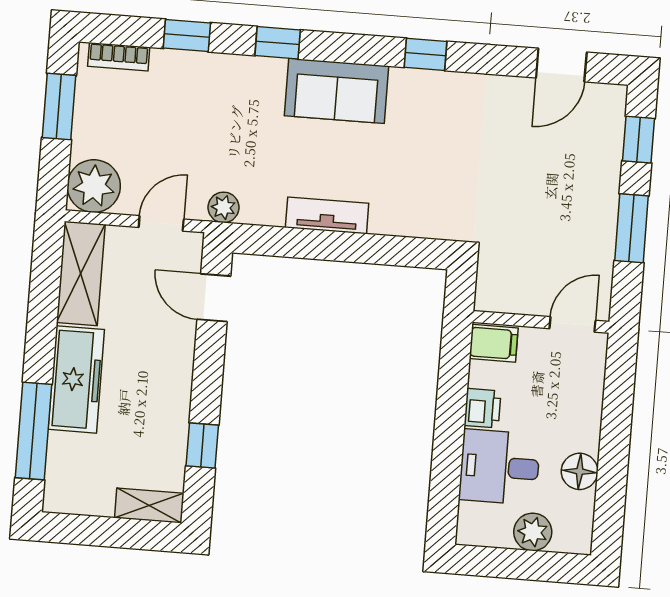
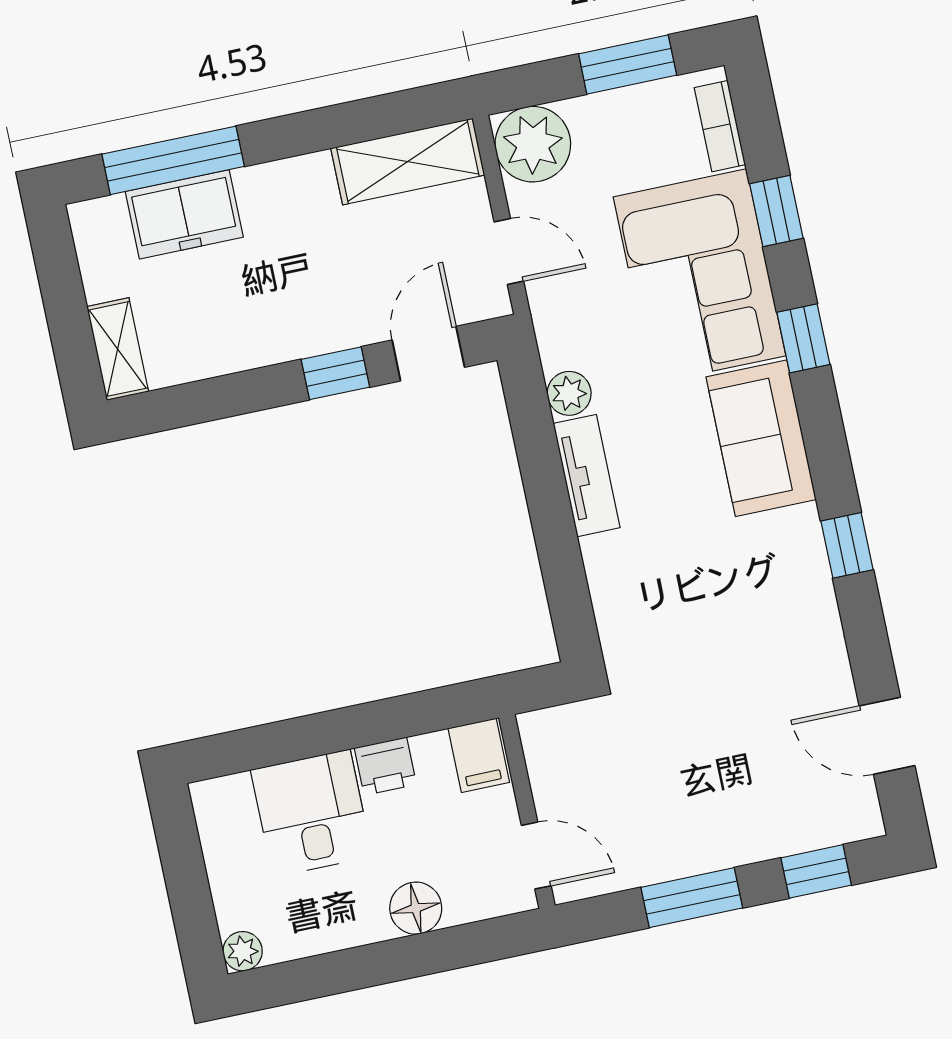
corner sofa: (216, 100) -> (699, 276), added
plant: (223, 207) -> (569, 393), moved
freezer: (76, 379) -> (184, 214), moved, width x0.71
window: (202, 445) -> (335, 373), moved
floor lamp: (580, 471) -> (416, 908), moved
plant: (533, 532) -> (243, 951), moved, width x0.73, depth x0.73

